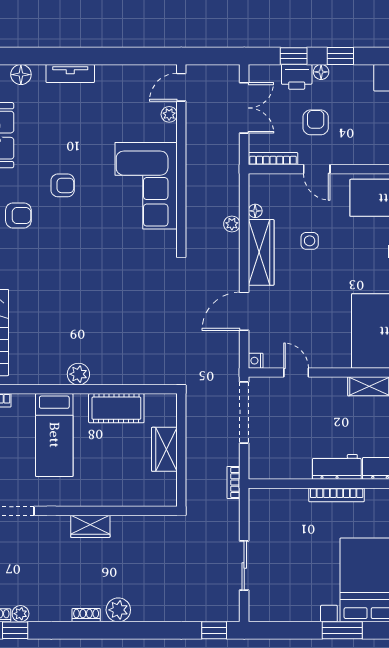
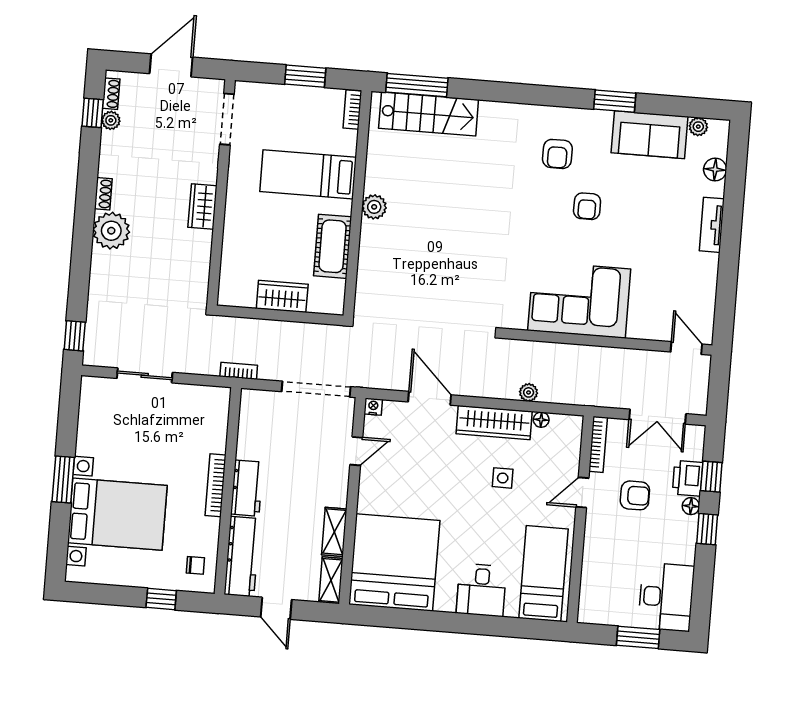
plant: (169, 114) -> (657, 332), removed
plant: (118, 610) -> (111, 231), width x1.36, depth x1.36

